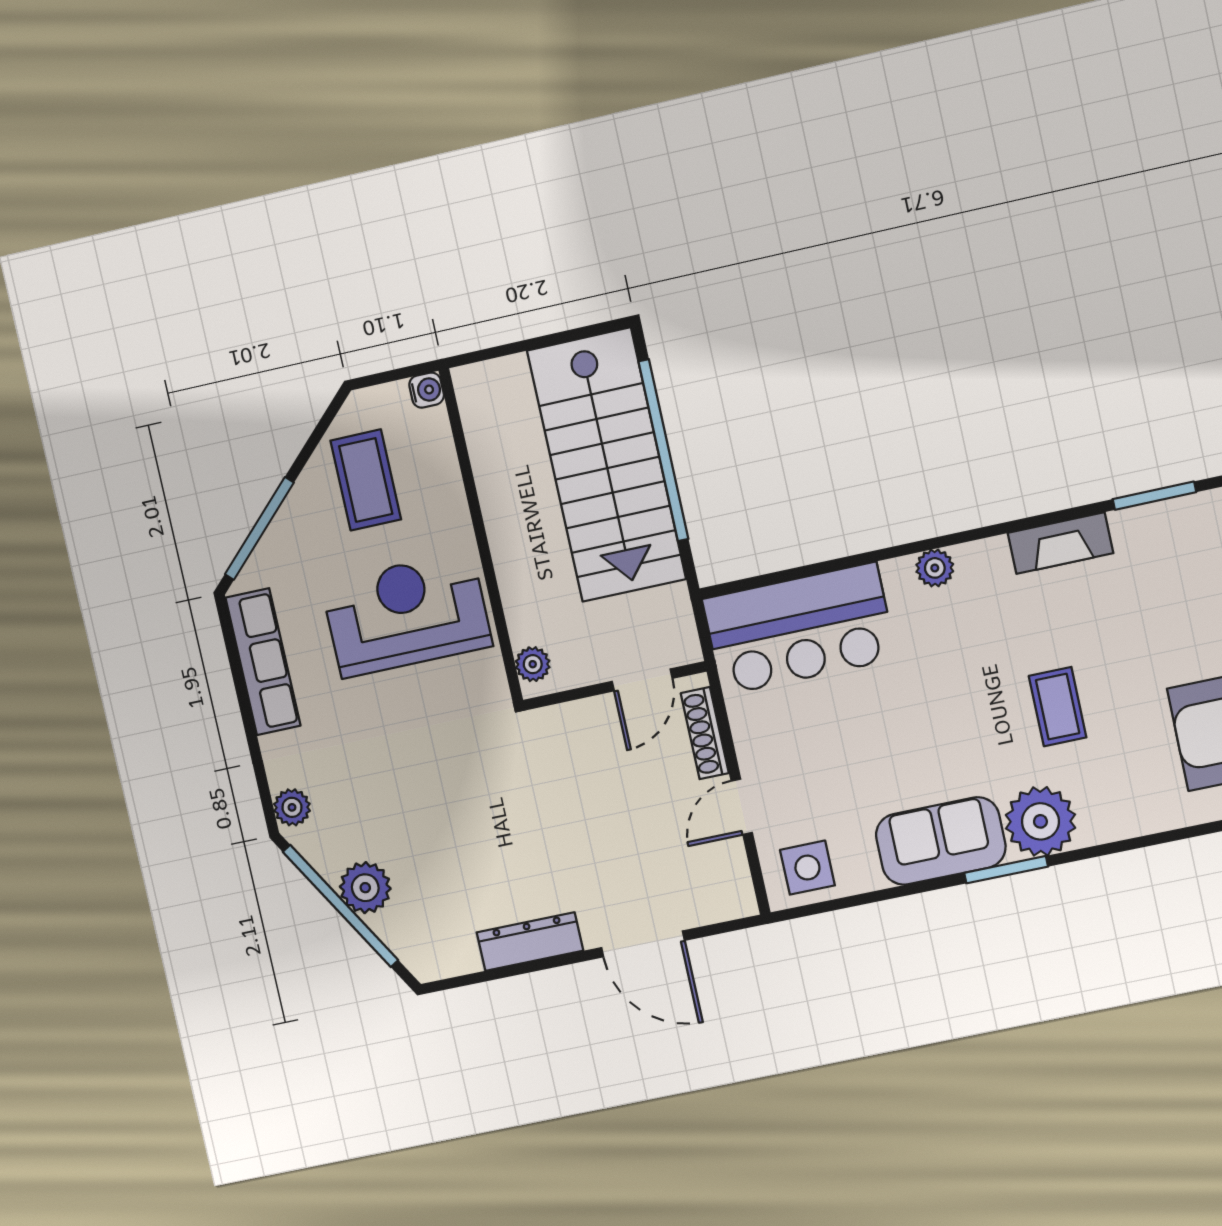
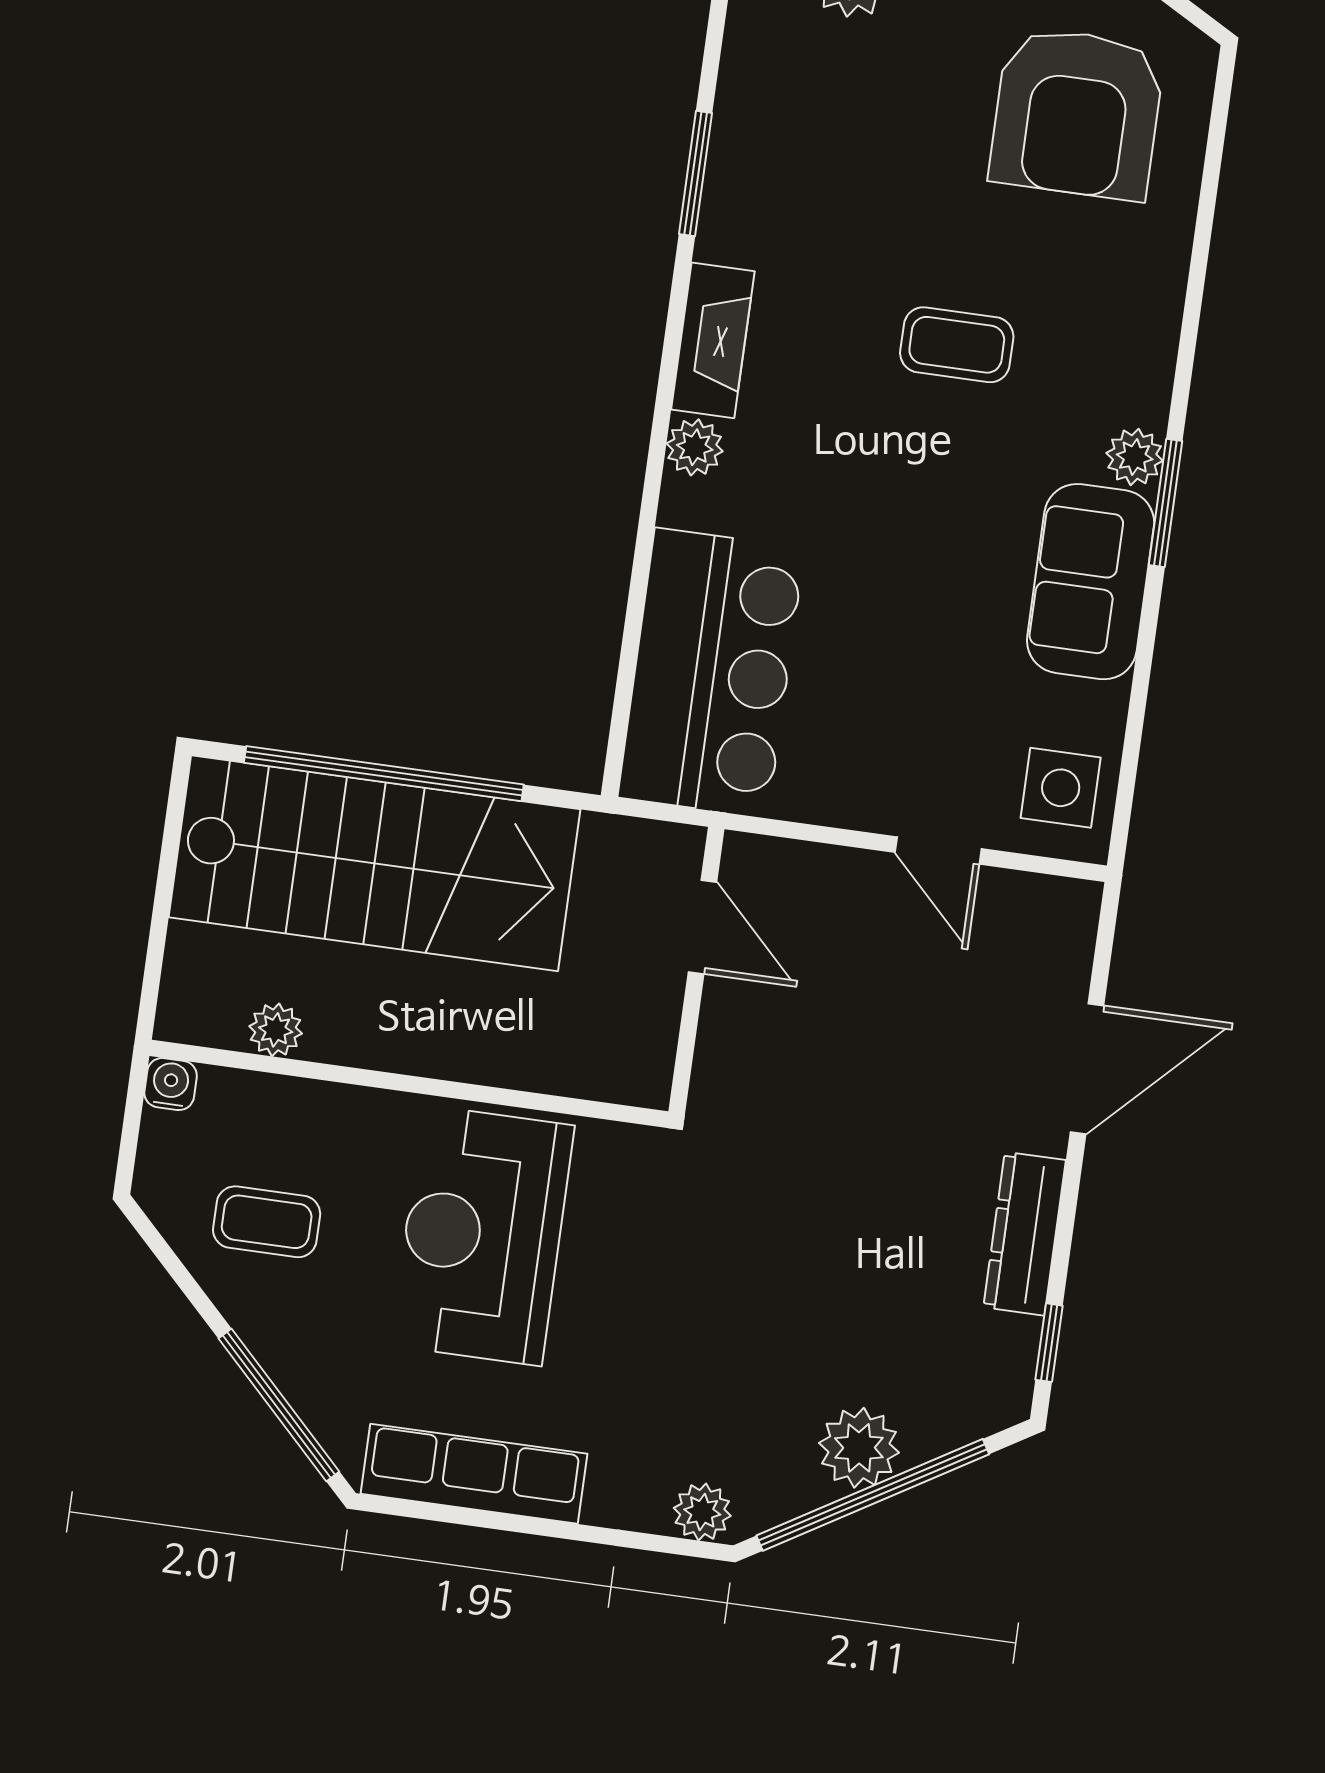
coffee table: (366, 480) -> (267, 1222), width x0.73, depth x0.77
window: (1154, 496) -> (696, 174), moved
fireplace: (1060, 543) -> (713, 340), moved
plant: (533, 664) -> (276, 1030), moved
shoe rack: (705, 733) -> (812, 865), removed
plant: (1040, 821) -> (1135, 457), width x0.53, depth x0.53
window: (470, 979) -> (1049, 1343), added

